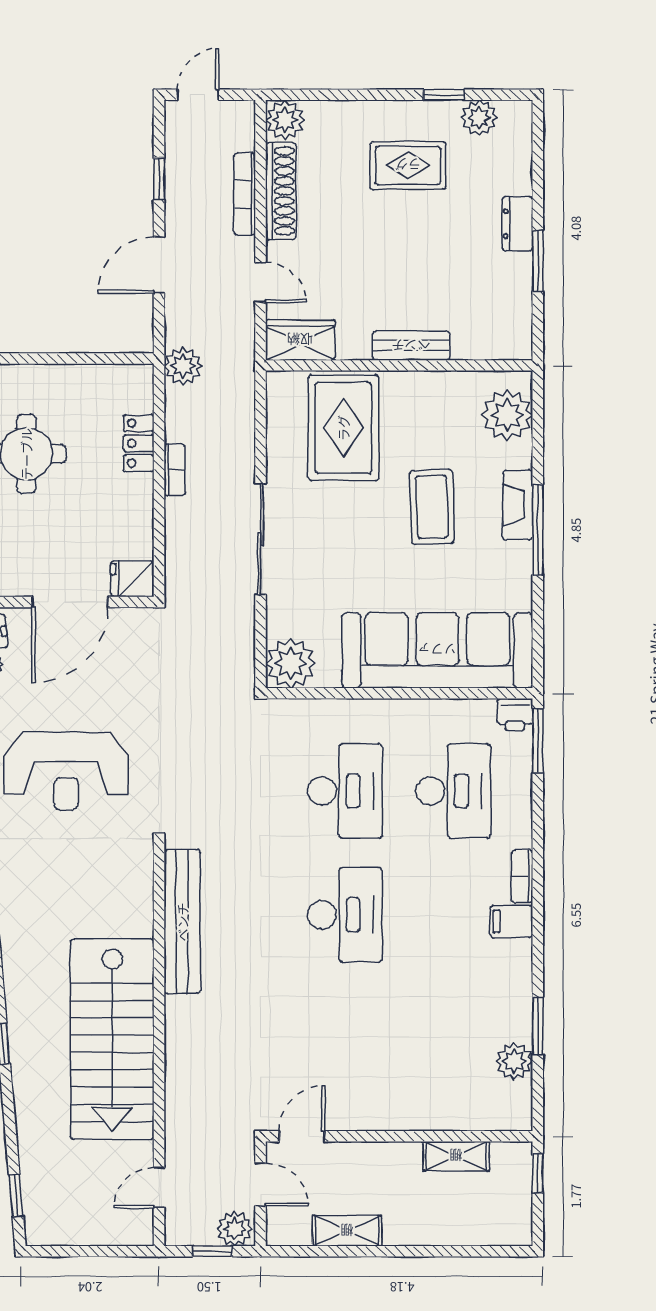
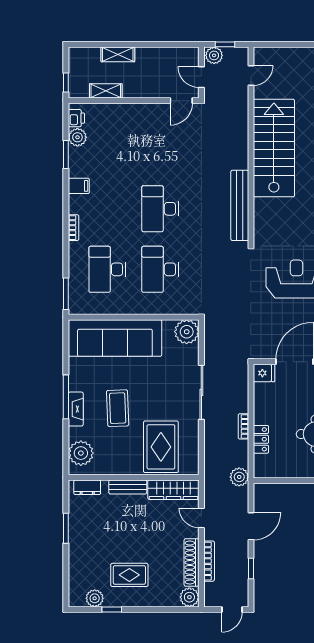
dresser: (517, 224) -> (87, 487), moved, turned 90
wardrobe: (300, 340) -> (173, 490), width x1.50
printer: (515, 715) -> (76, 118), moved, turned 90
filing cabinet: (511, 921) -> (79, 186), moved
shelving: (347, 1231) -> (118, 54), moved

